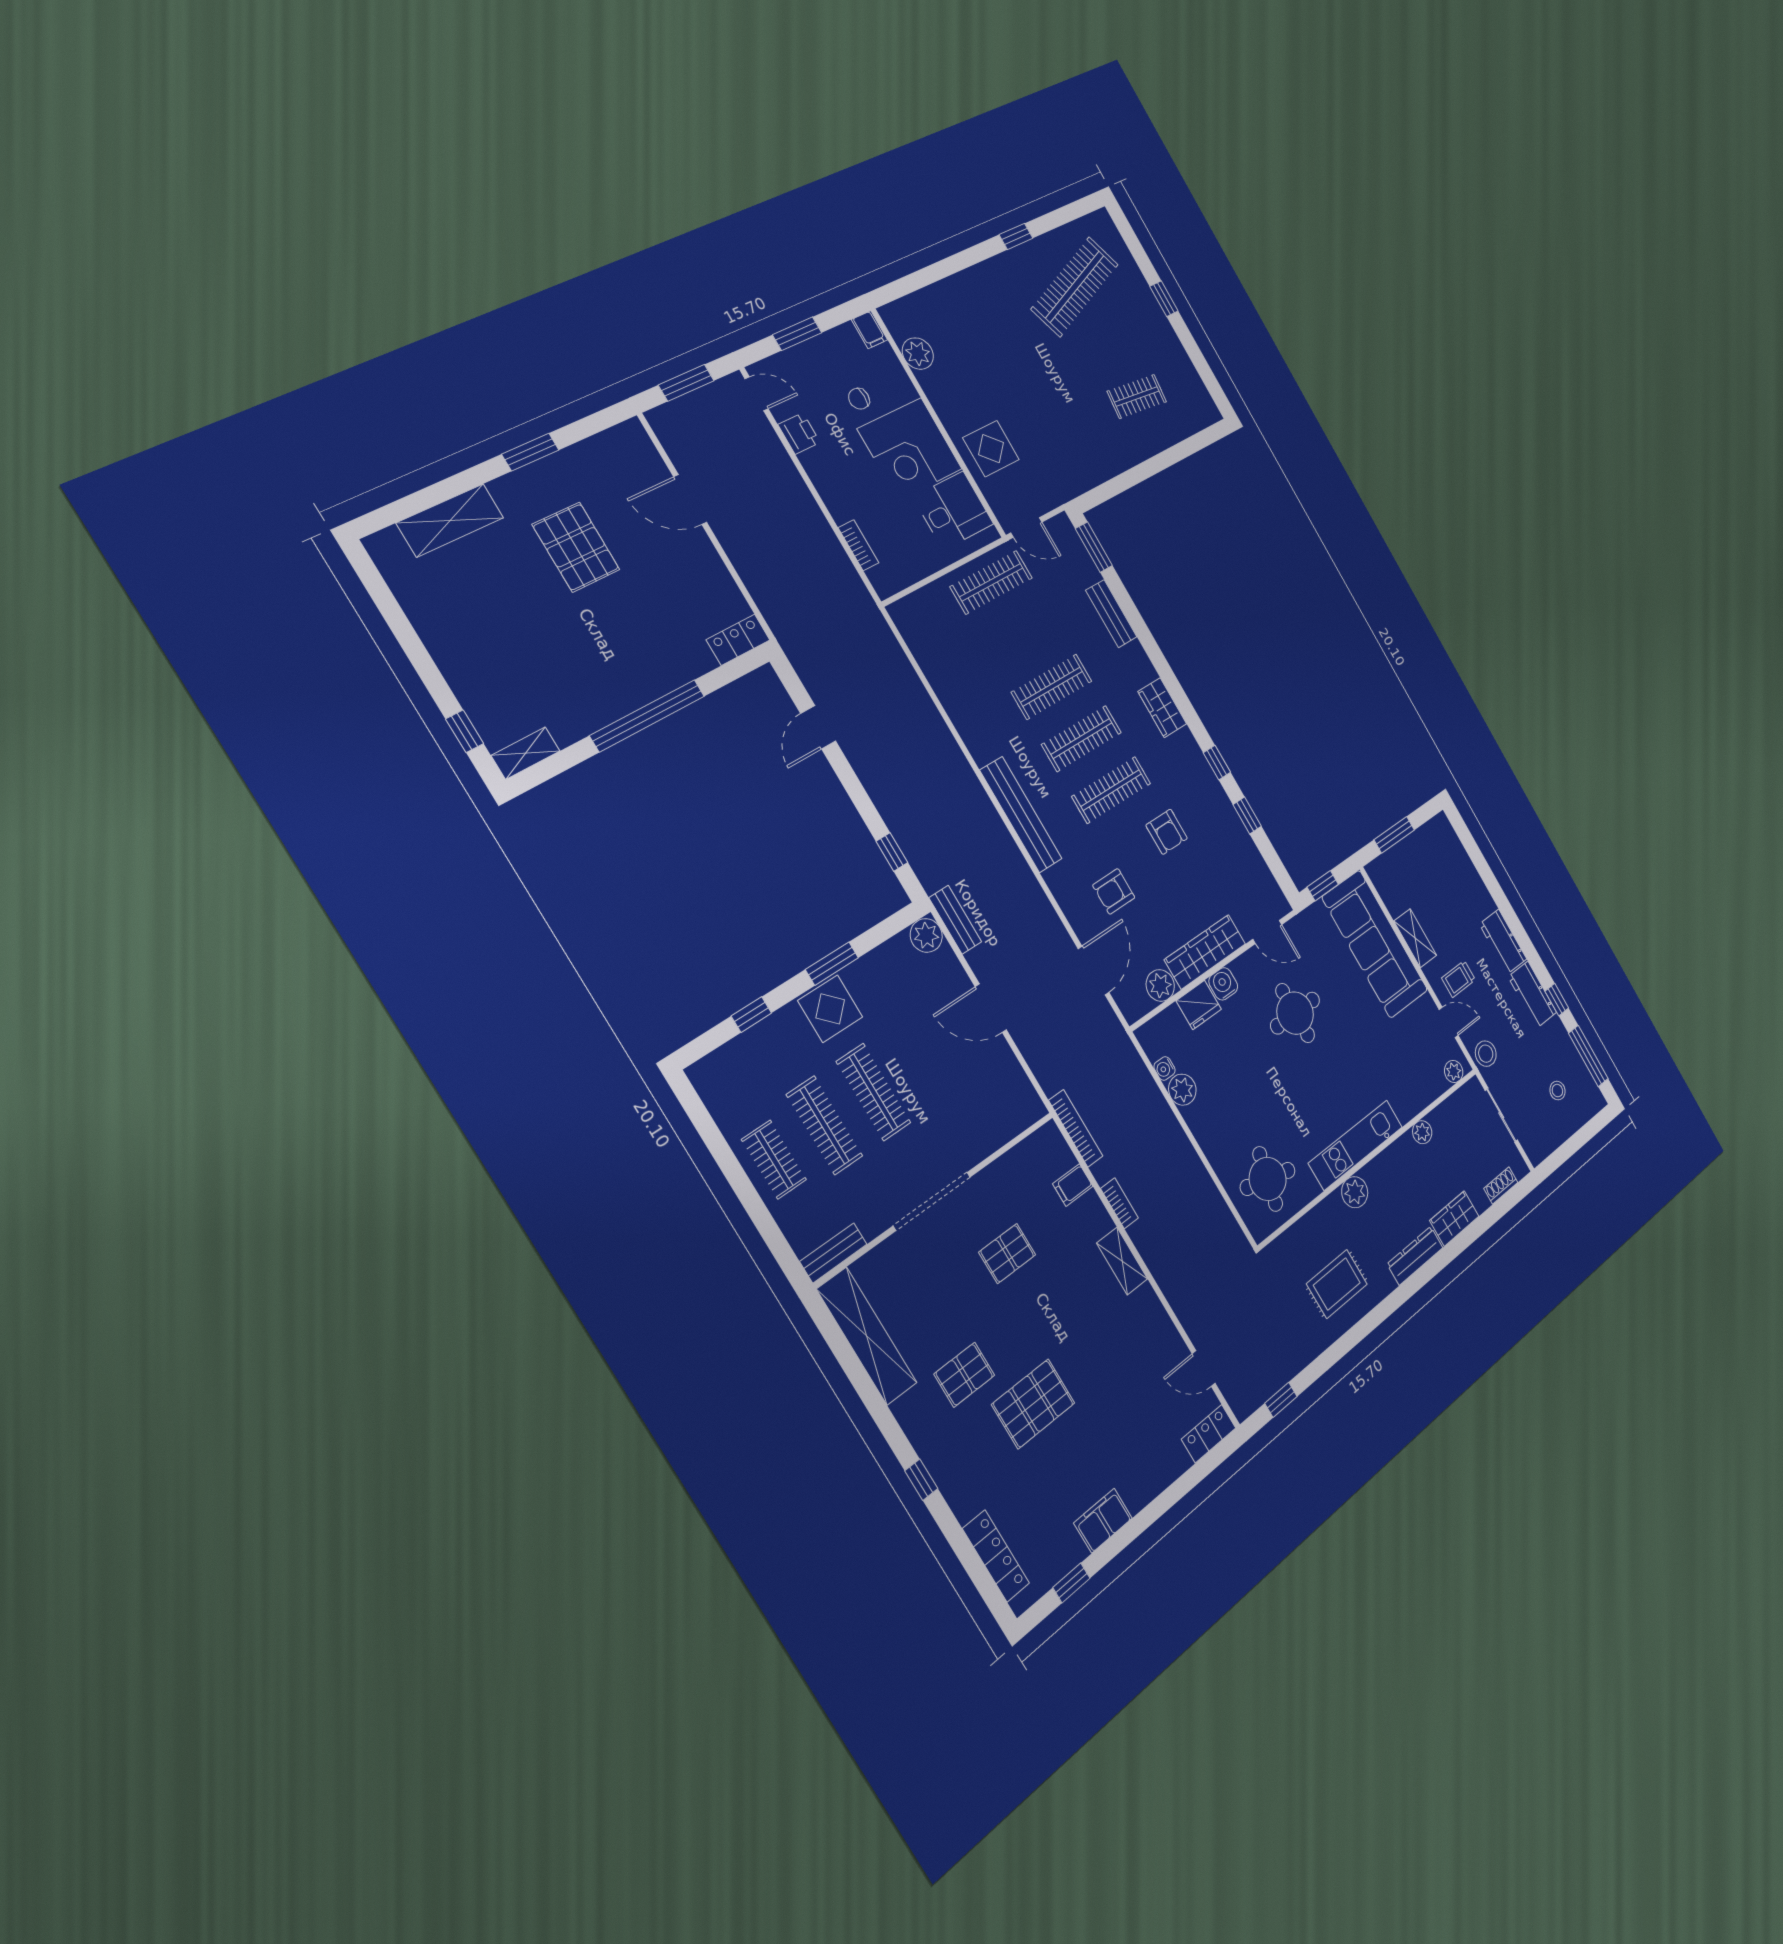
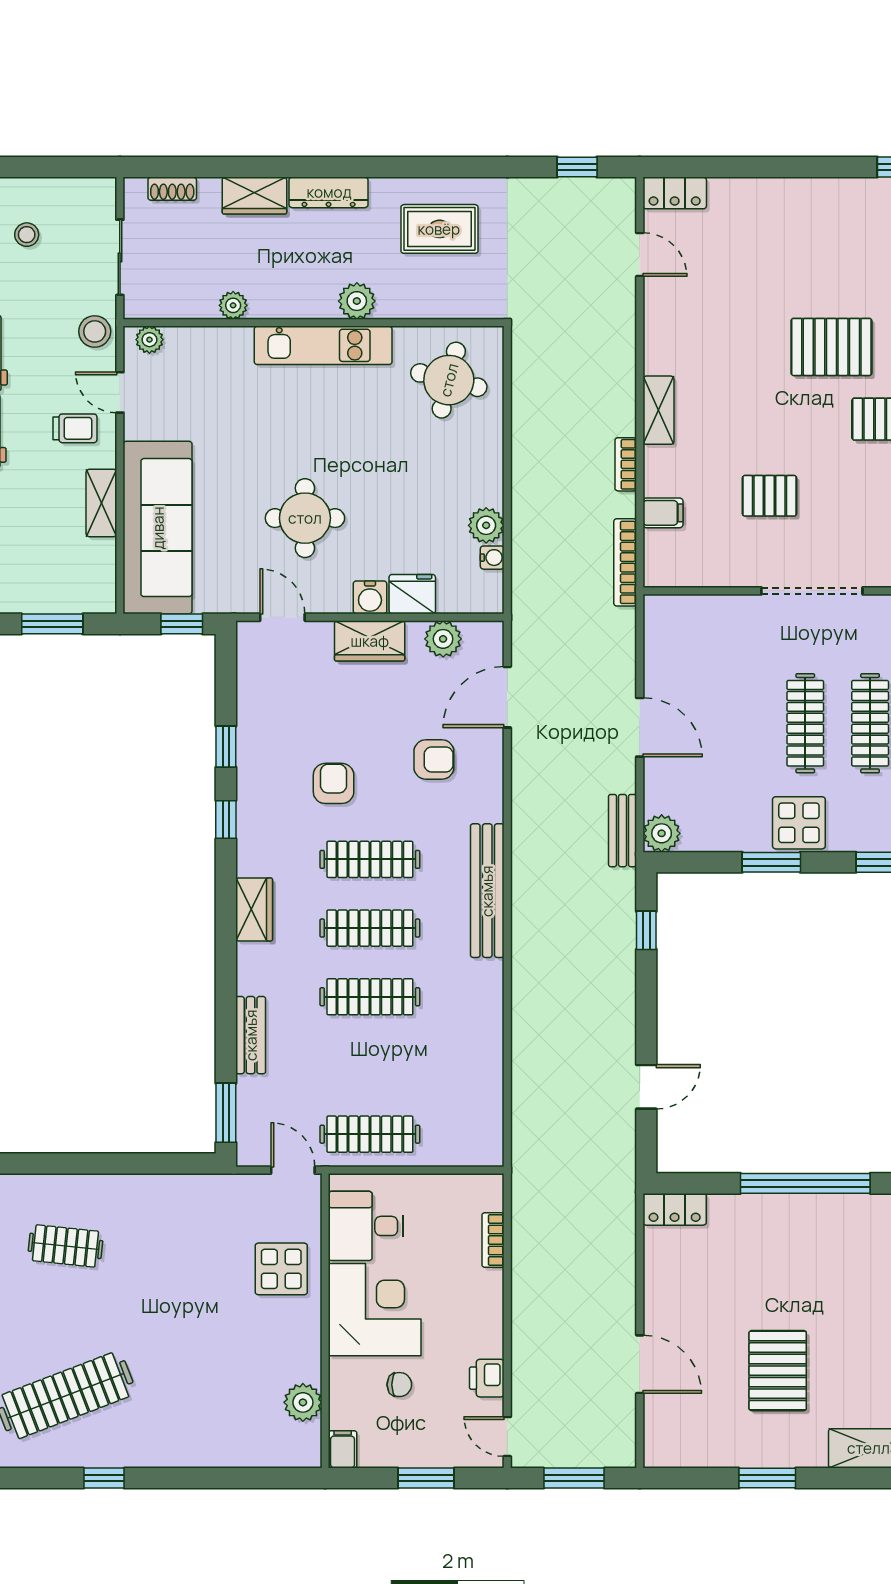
wardrobe: (1205, 952) -> (370, 641), width x0.67
filing cabinet: (1103, 1521) -> (832, 197), removed

